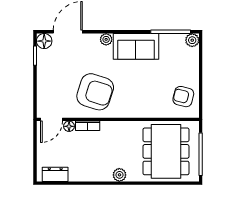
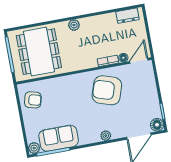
sofa: (136, 46) -> (59, 138), moved

